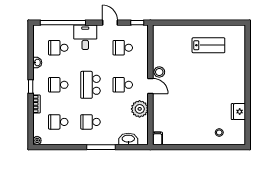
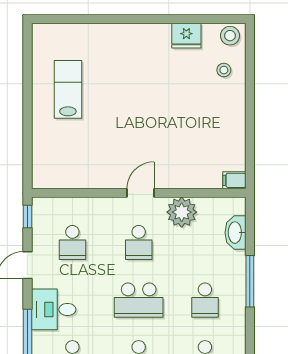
stool: (159, 72) -> (230, 36), moved

